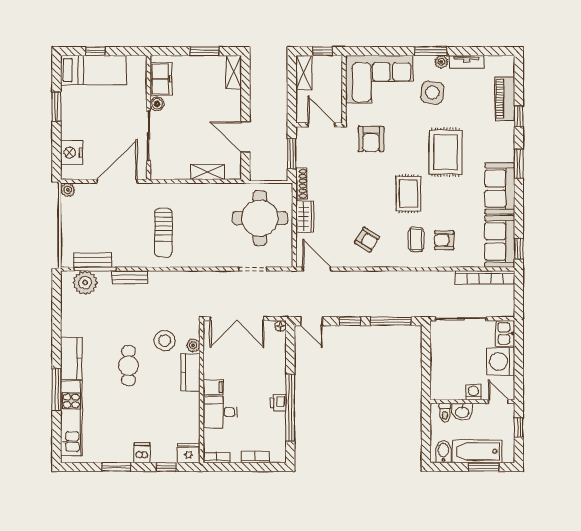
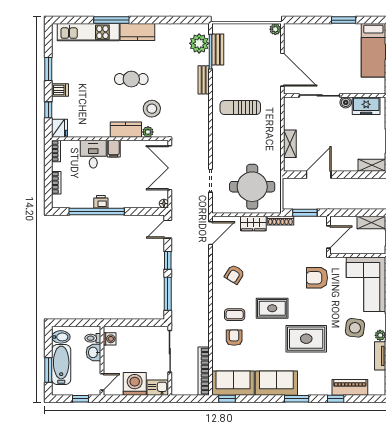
nightstand: (72, 152) -> (306, 32), removed
washing machine: (473, 392) -> (110, 339), moved

